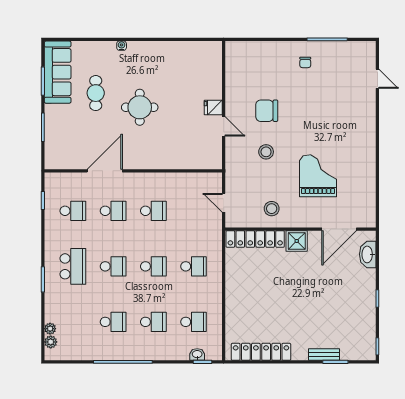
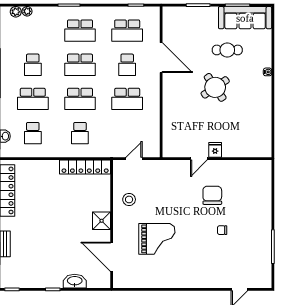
chair: (305, 62) -> (222, 230), moved
round table: (140, 107) -> (215, 87), turned -34
stool: (266, 152) -> (177, 195), removed
school desk: (73, 211) -> (127, 31), width x1.85
school desk: (153, 211) -> (127, 99), width x1.85
locker: (255, 239) -> (85, 167), moved, turned -90
washbasin: (368, 254) -> (75, 281), moved
school desk: (113, 266) -> (80, 65), width x1.85
school desk: (153, 266) -> (80, 99), width x1.85
school desk: (153, 322) -> (33, 99), width x1.85

